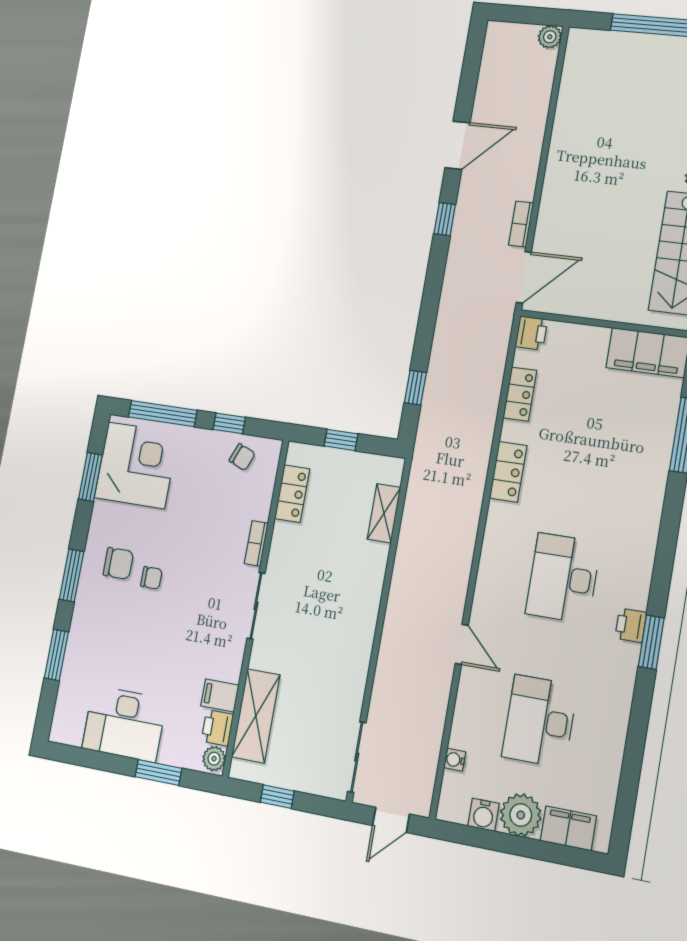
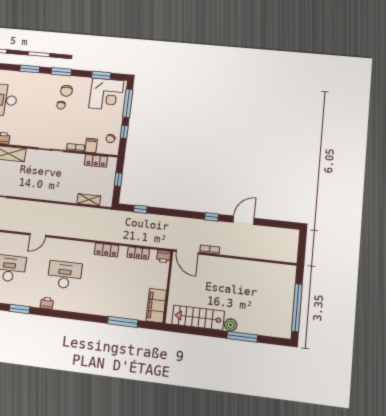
plant: (550, 37) -> (292, 258), removed
door: (457, 145) -> (244, 220), swing flipped
window: (651, 642) -> (20, 309), moved
filing cabinet: (220, 695) -> (91, 145), moved

